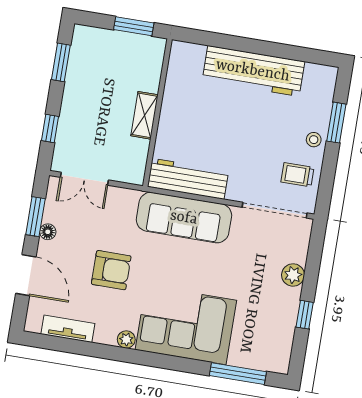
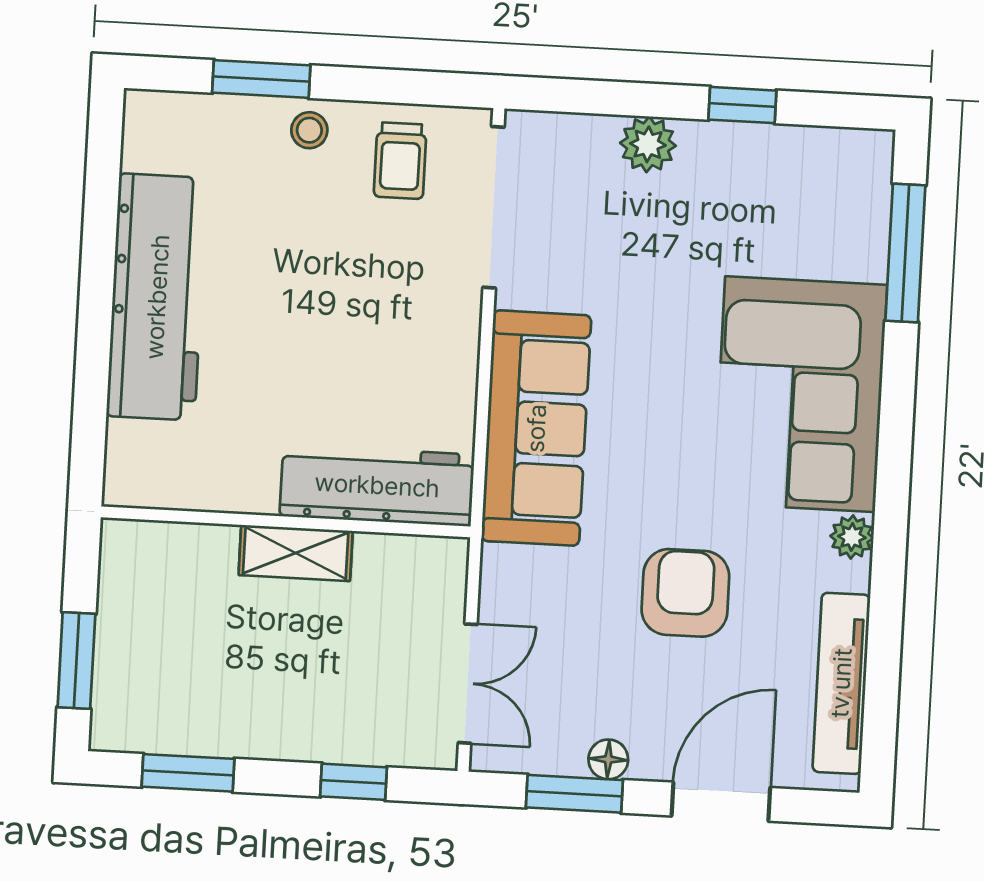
window: (134, 26) -> (76, 660), moved
workbench: (188, 179) -> (377, 485), moved, turned 90
tv unit: (68, 329) -> (841, 683), width x1.41

